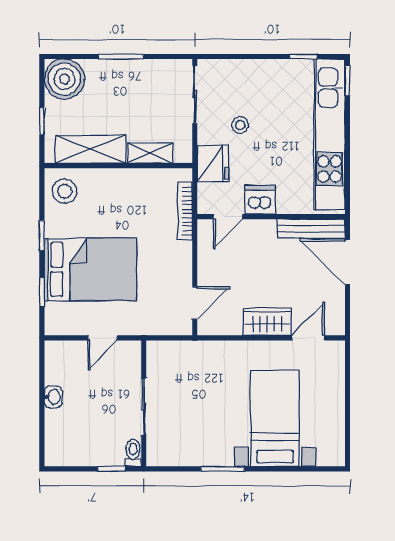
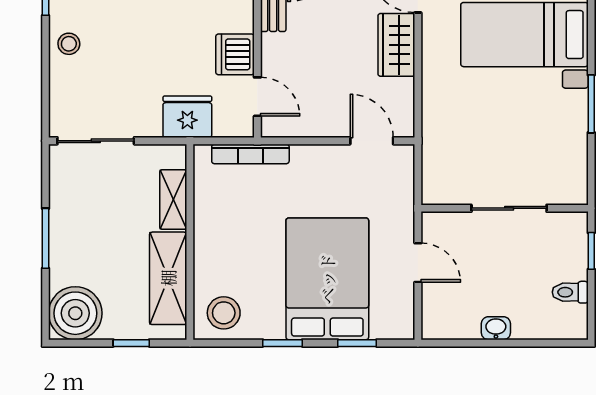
stool: (240, 125) -> (69, 44), moved
toilet: (133, 453) -> (570, 292), moved

